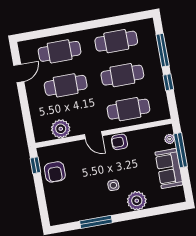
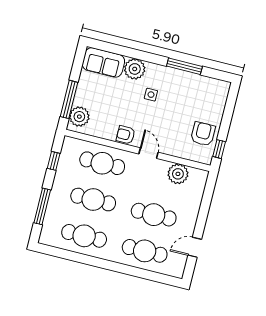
window: (168, 82) -> (54, 161), moved
plant: (170, 139) -> (79, 117), width x1.88, depth x1.88
armchair: (119, 142) -> (126, 135), turned 180
sofa: (169, 168) -> (103, 62), moved, turned 90

